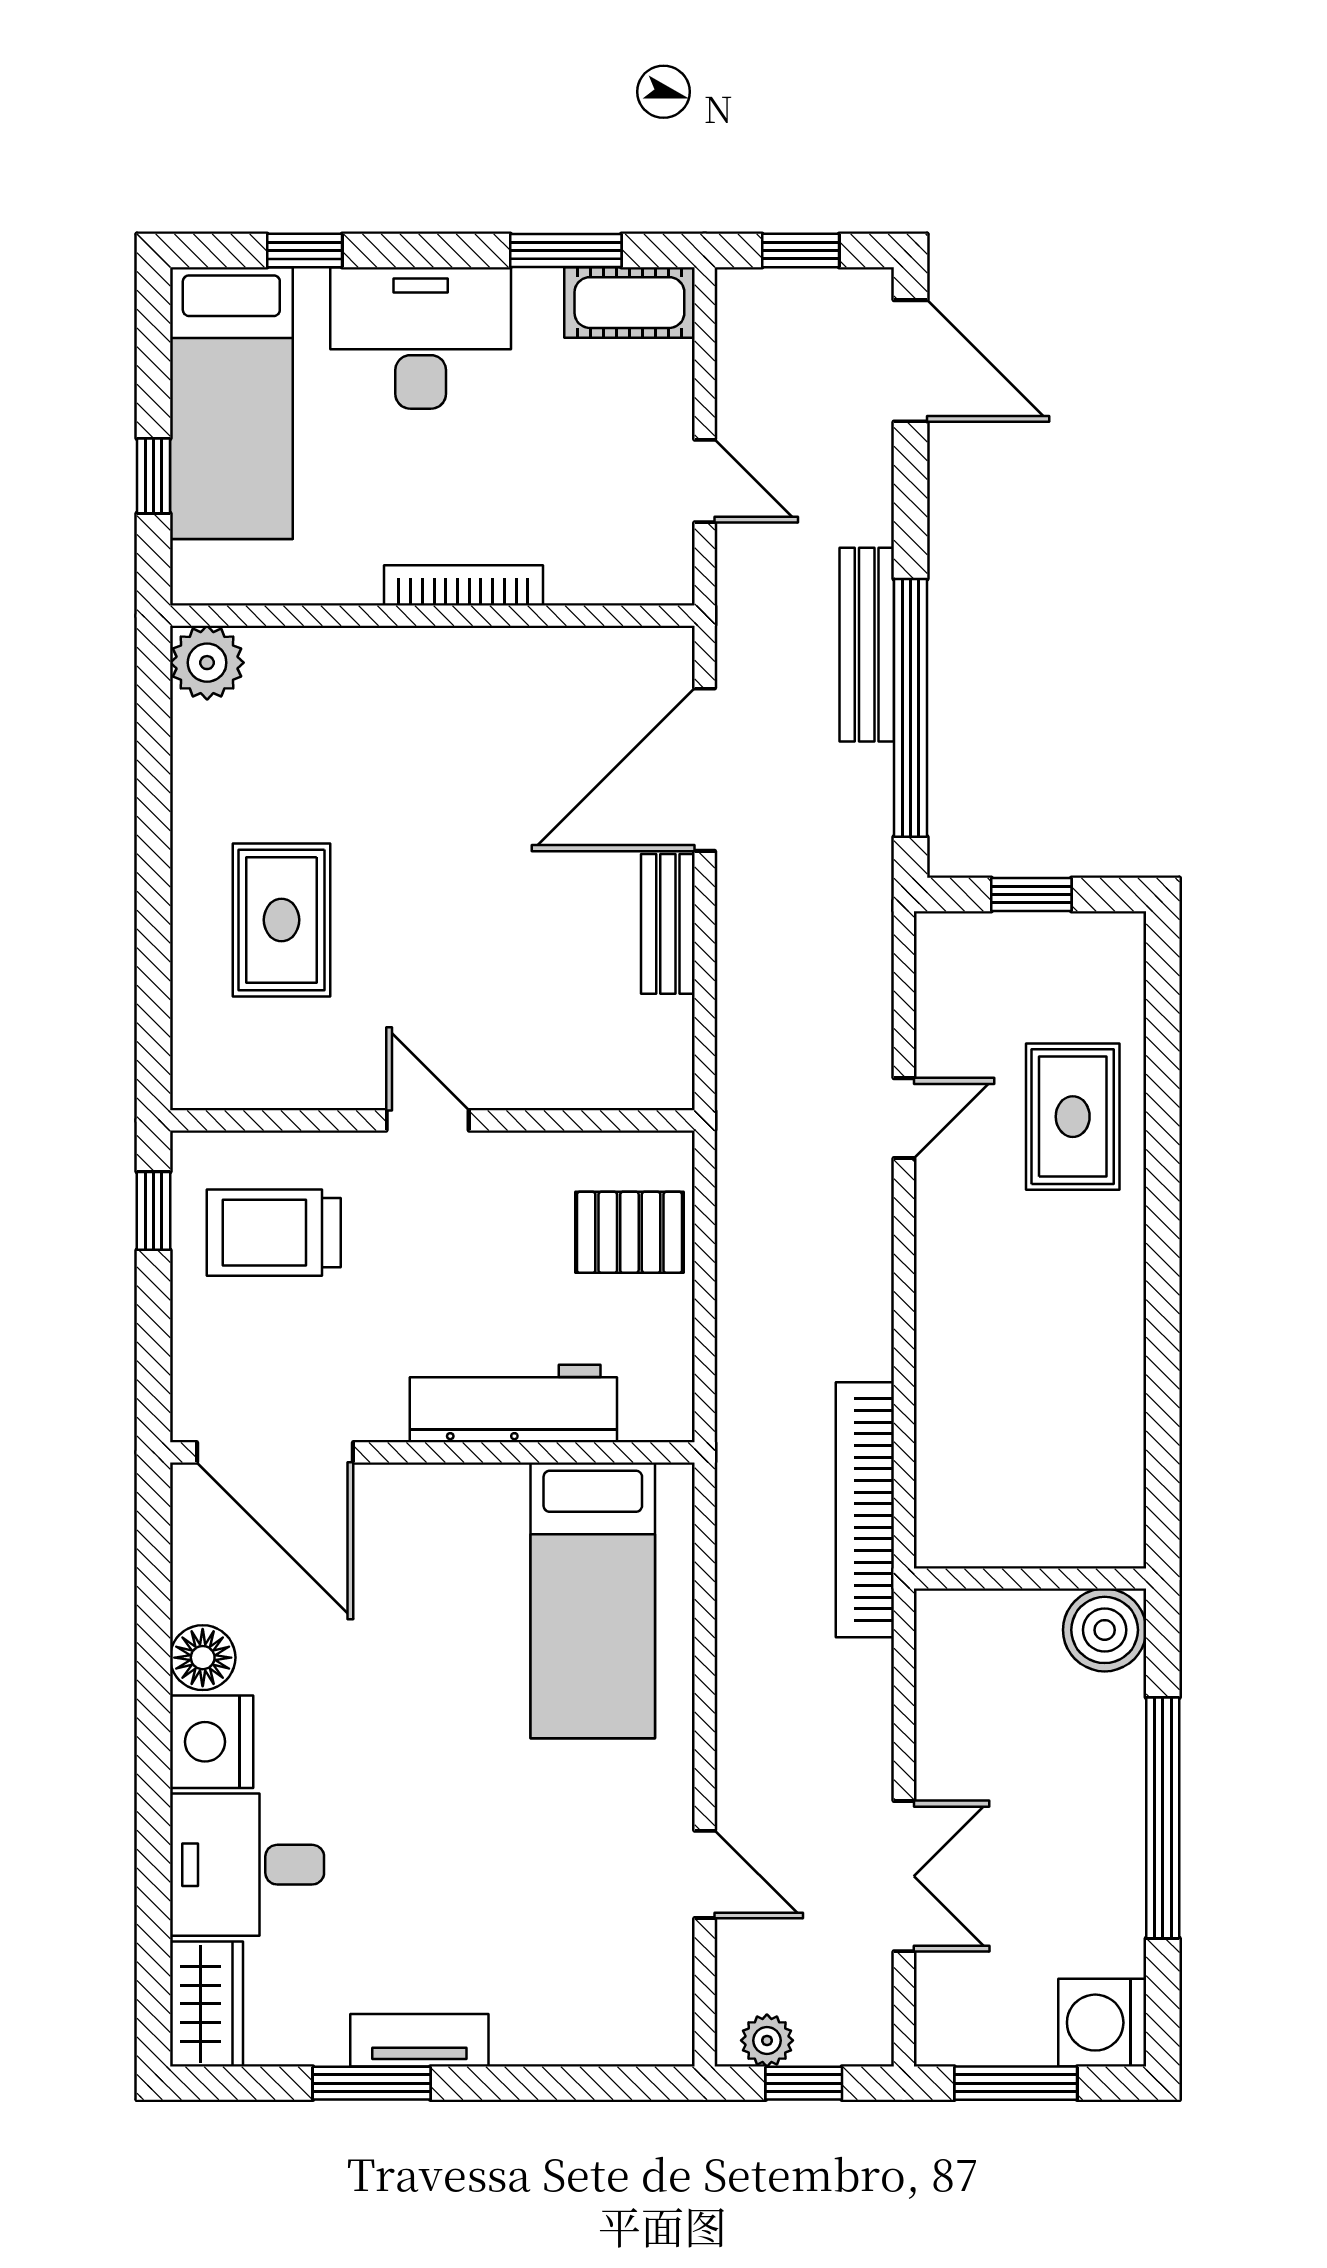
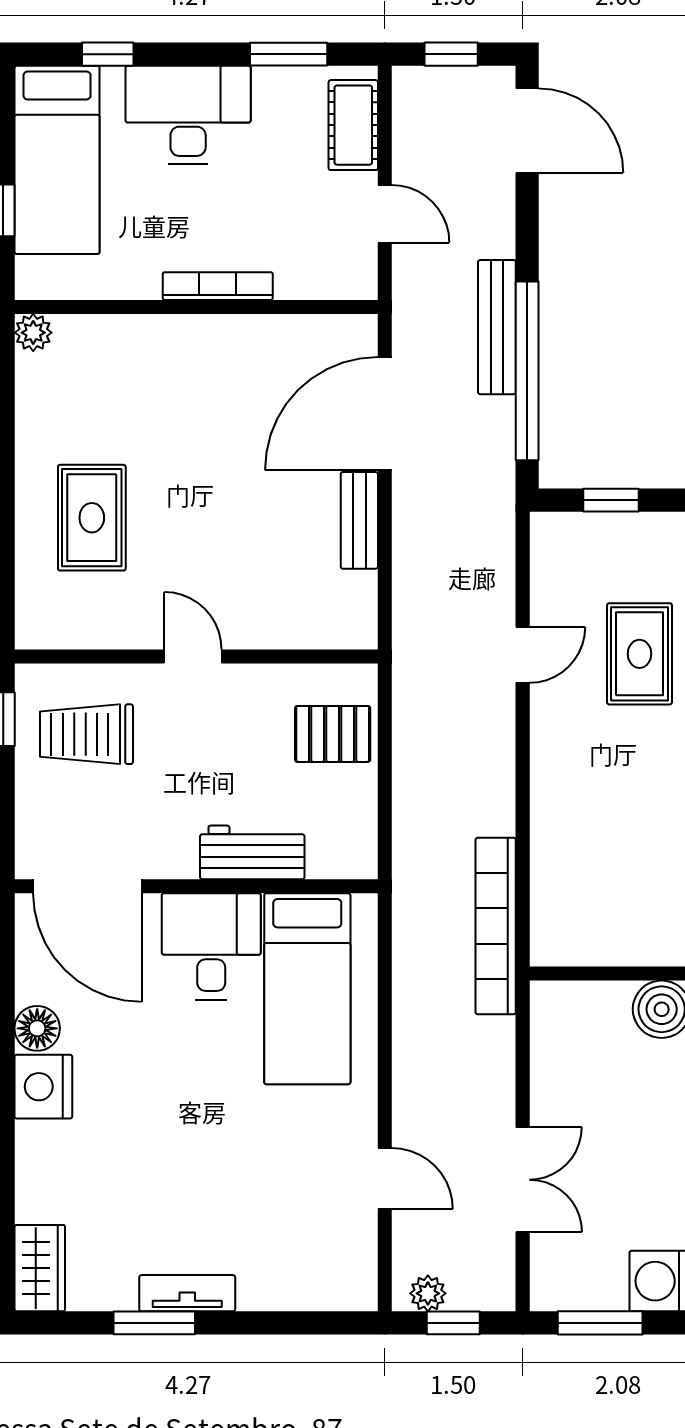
cot: (629, 303) -> (353, 125), moved, turned 90
plant: (207, 663) -> (33, 333), width x0.73, depth x0.73
workbench: (513, 1403) -> (252, 852), width x0.73
desk: (247, 1865) -> (211, 946), moved, turned 90

